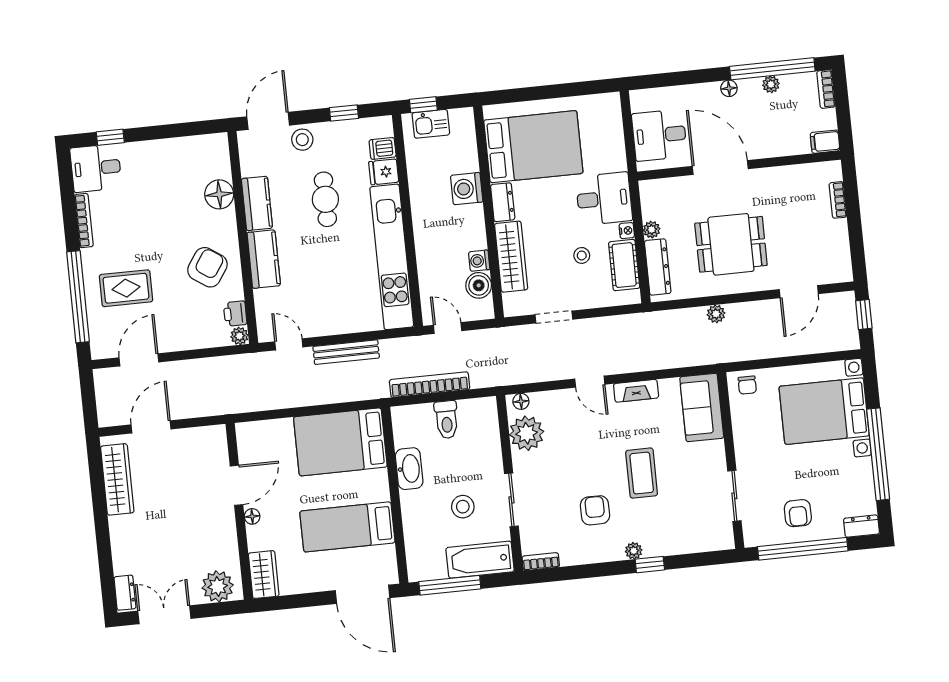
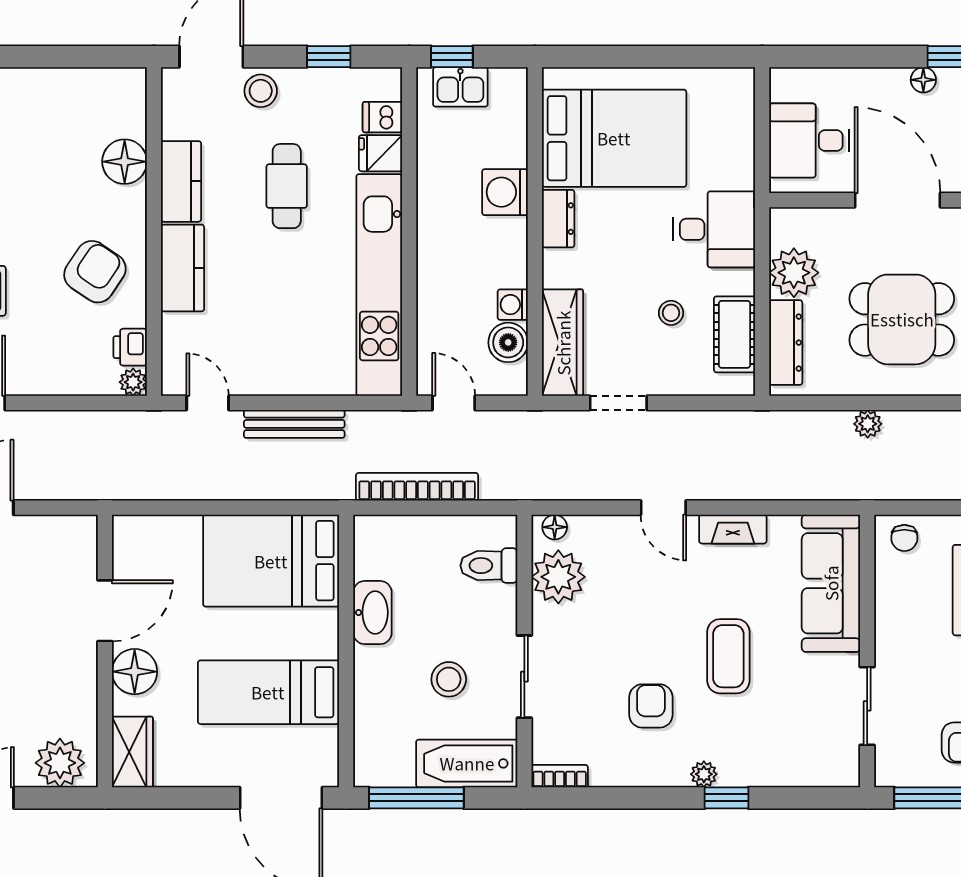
plant: (652, 230) -> (794, 273), width x1.88, depth x1.88
nightstand: (627, 231) -> (744, 282), removed
wardrobe: (511, 257) -> (563, 343), moved
sofa: (702, 407) -> (831, 583), width x1.36
toilet: (446, 420) -> (489, 566), moved, turned 90
floor lamp: (252, 516) -> (135, 672), width x1.89, depth x1.89

